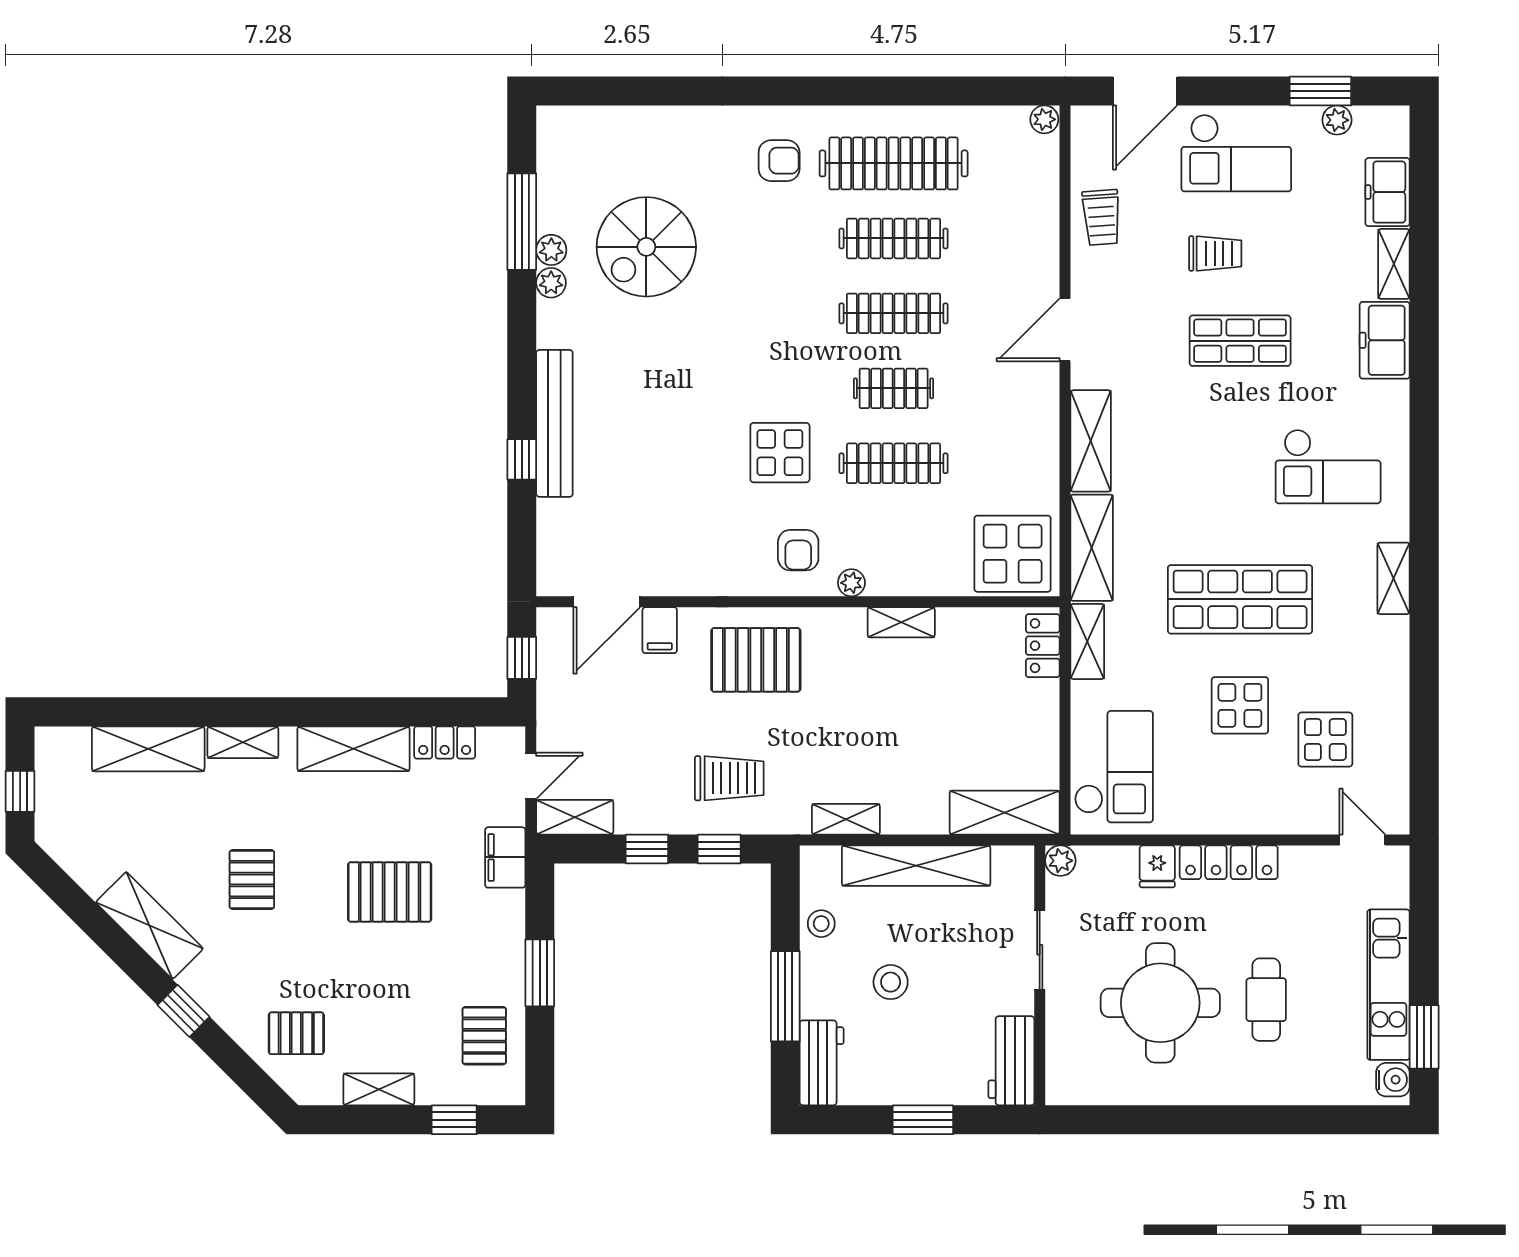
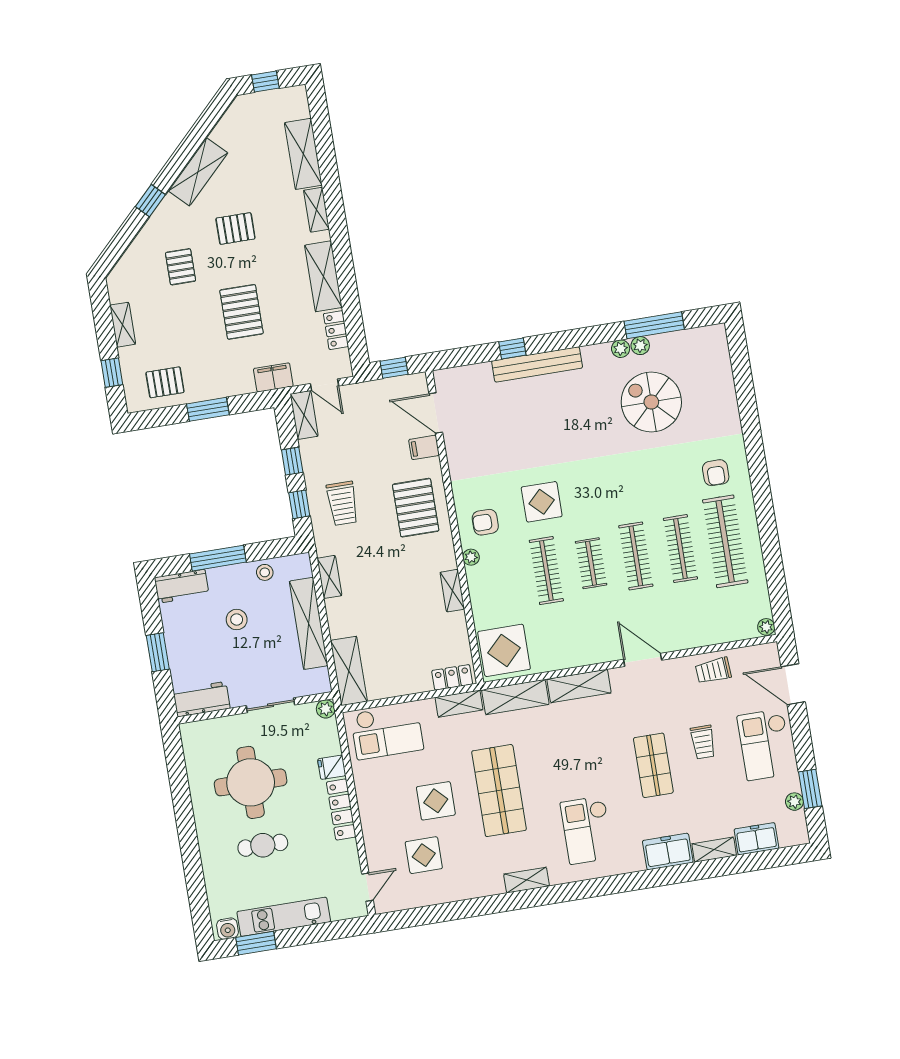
pallet: (296, 1033) -> (181, 267), moved

